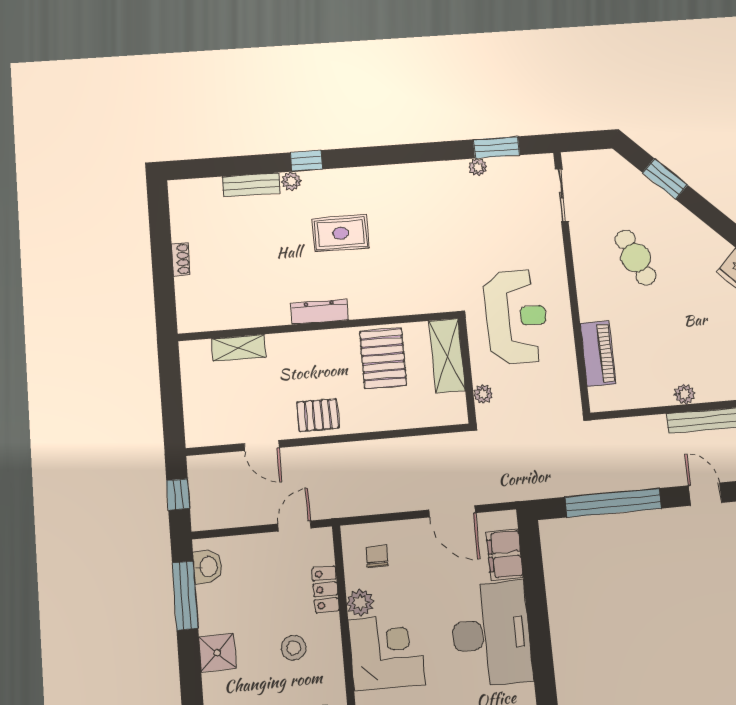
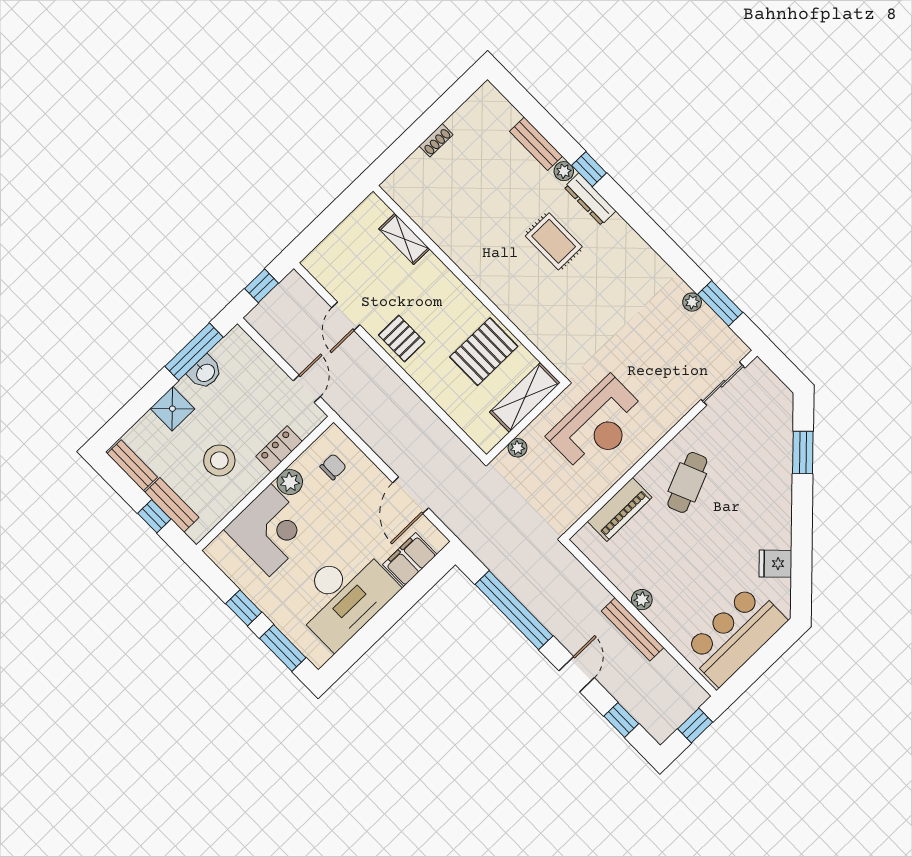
cafe table: (636, 258) -> (687, 482), moved
dresser: (320, 312) -> (590, 199), moved, turned 180
door: (294, 526) -> (307, 389), hinge flipped
washbasin: (208, 567) -> (205, 372), moved
stool: (294, 648) -> (219, 460), width x1.38, depth x1.38

